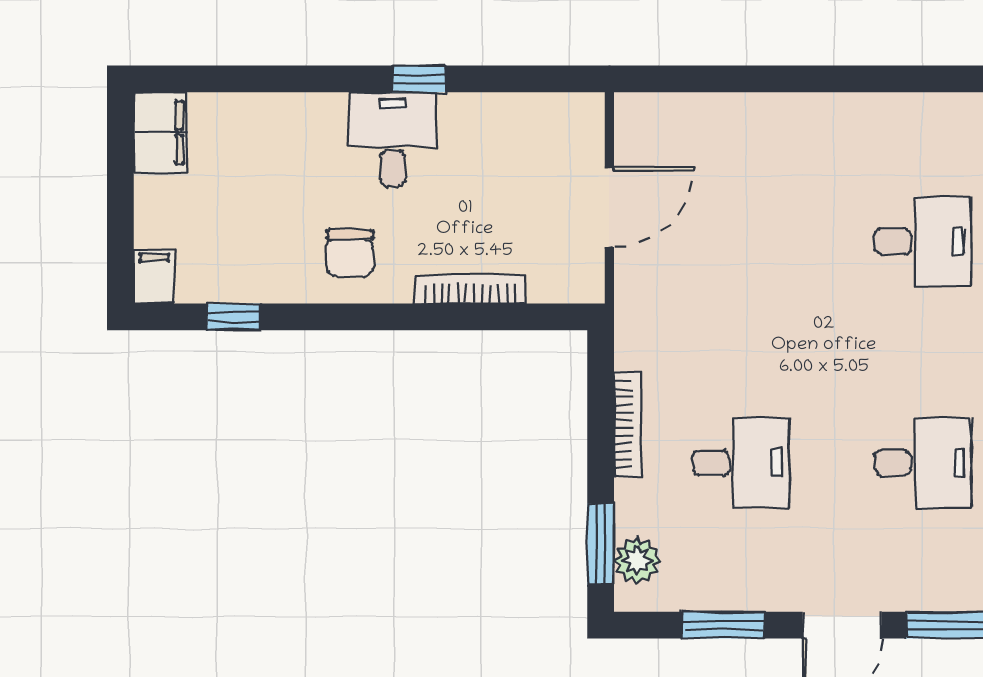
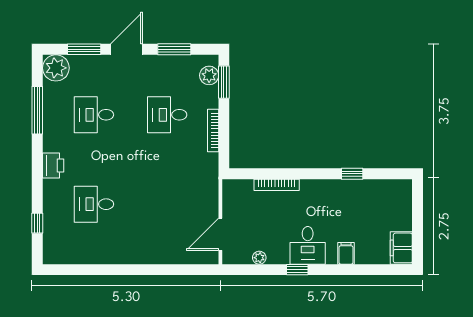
plant: (513, 109) -> (259, 258), added
door: (609, 207) -> (220, 234), moved
chair: (350, 253) -> (325, 199), removed
filing cabinet: (154, 277) -> (346, 253), moved, turned 180
window: (233, 317) -> (352, 174), moved

